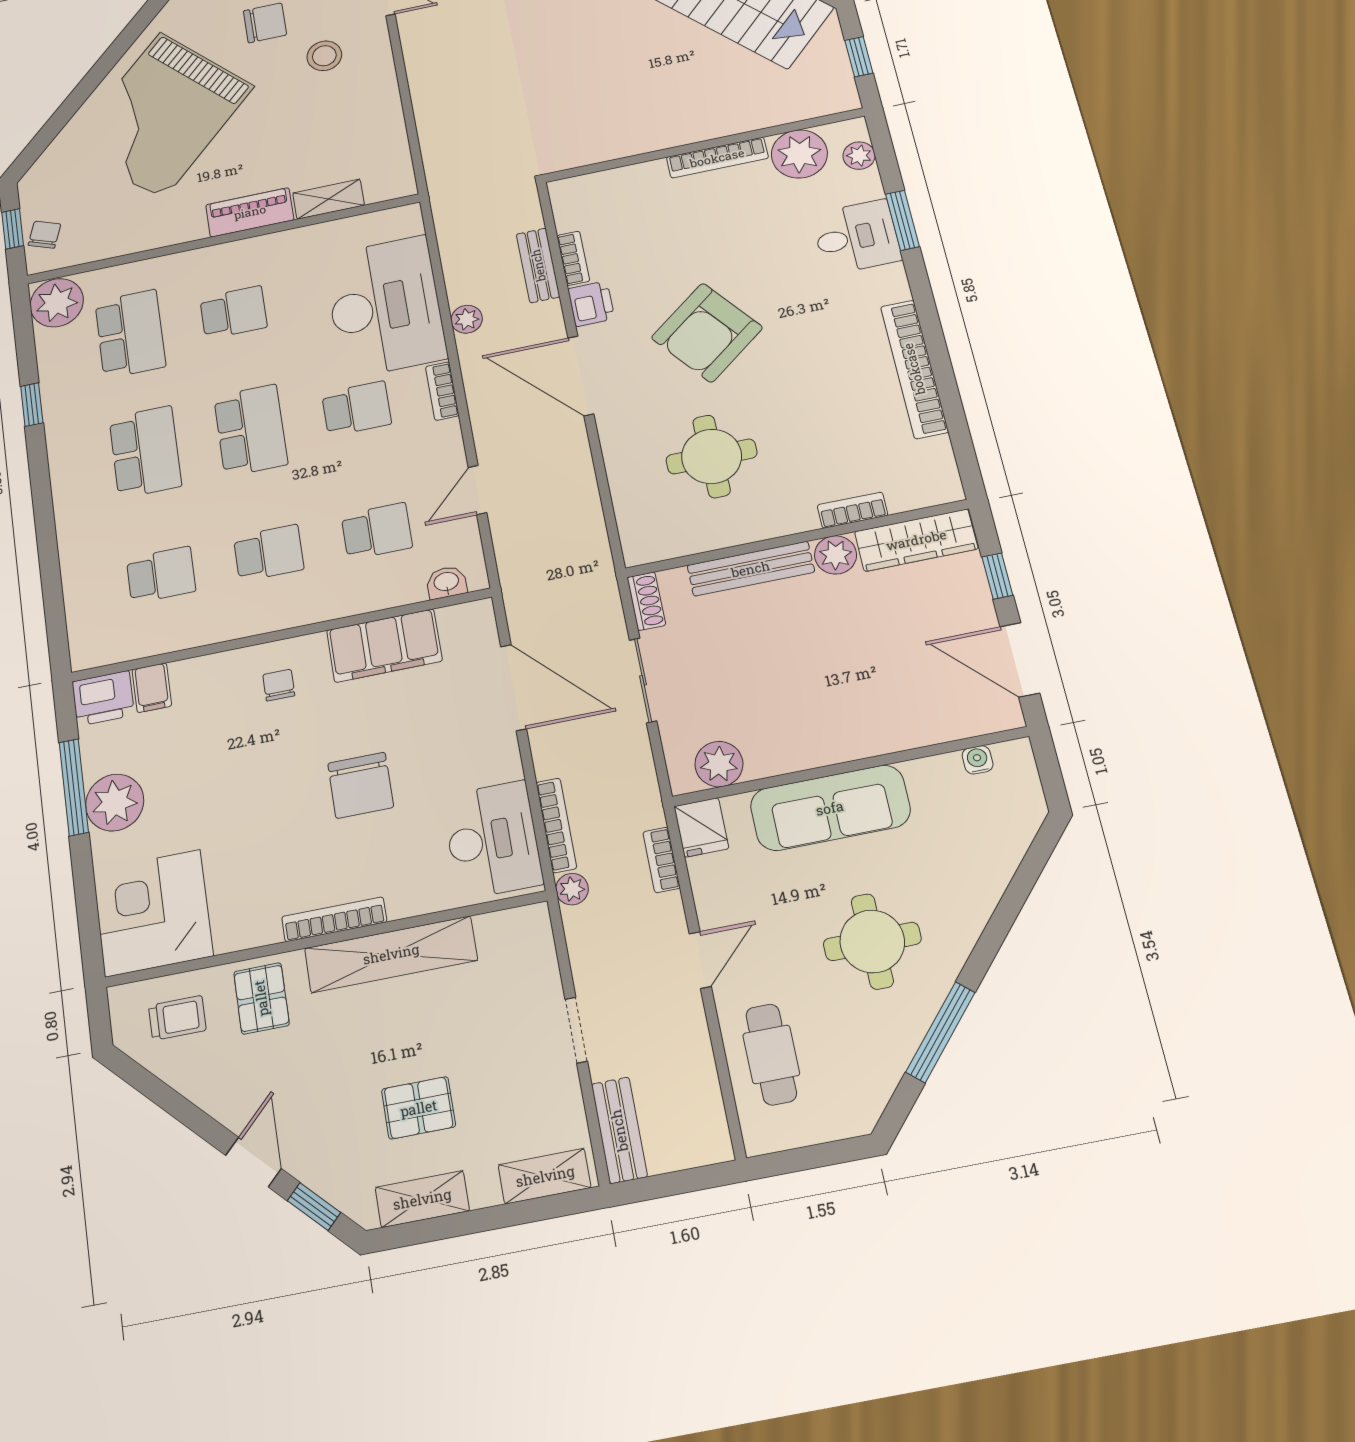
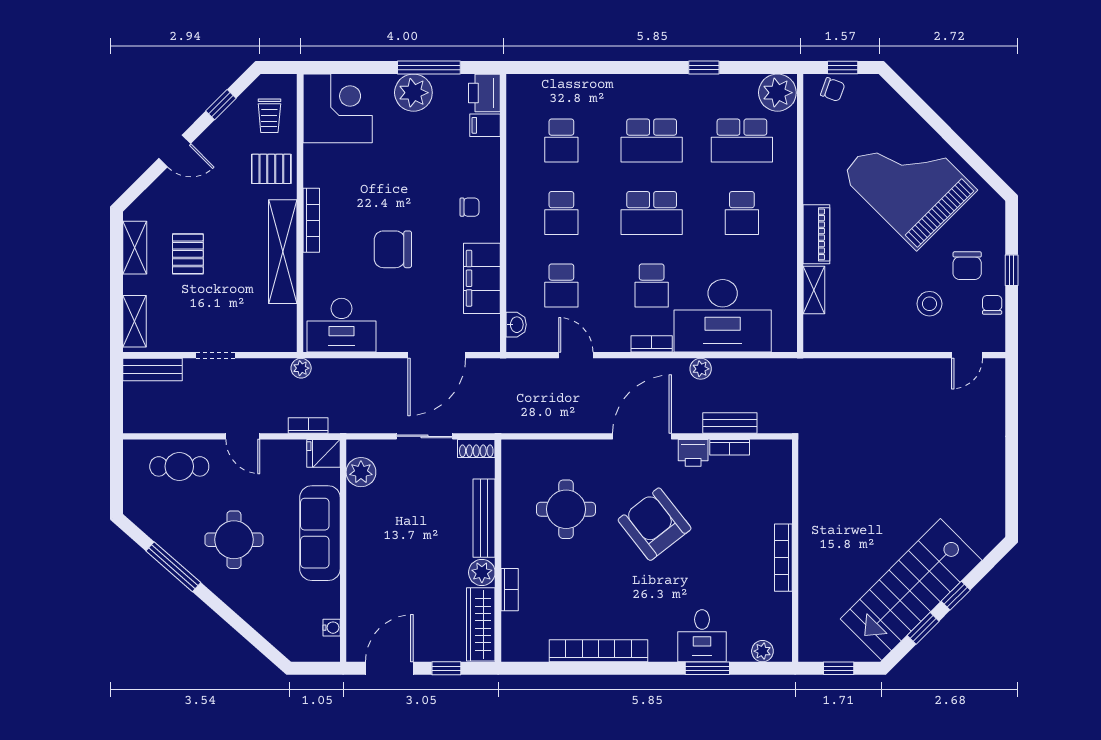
plant: (799, 154) -> (773, 612), removed
bookcase: (556, 825) -> (343, 366), removed
window: (314, 1207) -> (221, 105), moved

